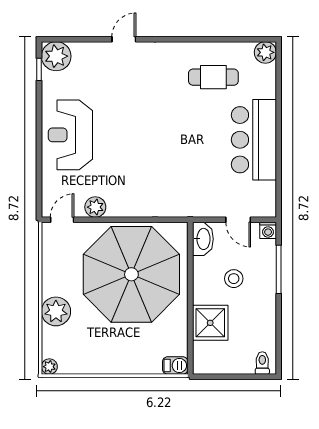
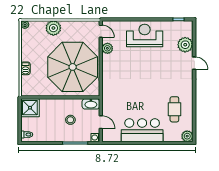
plant: (56, 56) -> (185, 45), moved
door: (238, 220) -> (101, 122), swing flipped
shower: (210, 323) -> (30, 108), moved
barbecue: (175, 365) -> (25, 68), moved

